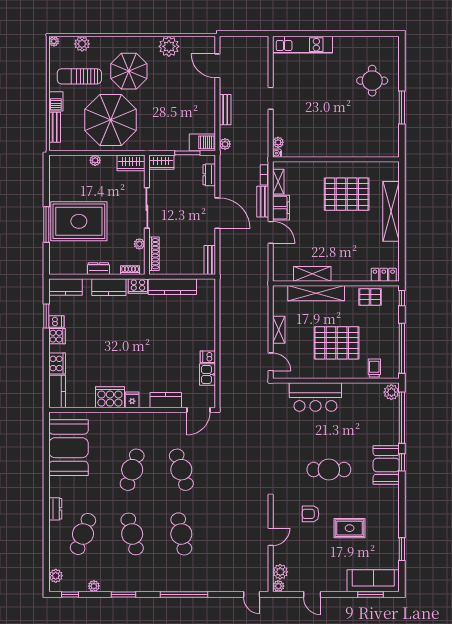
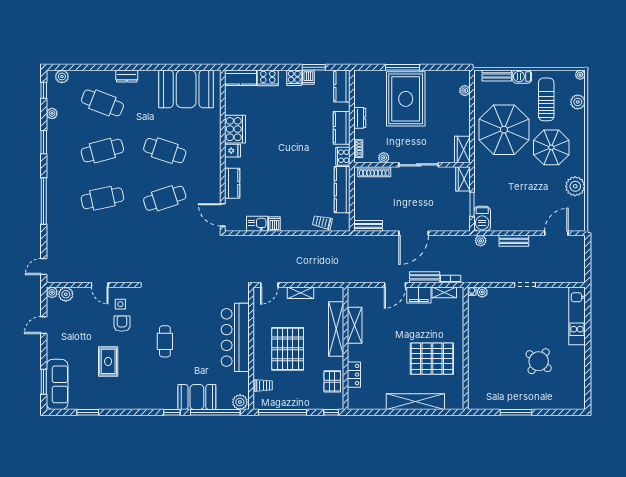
round table: (372, 81) -> (539, 361), moved, turned 38
plant: (95, 160) -> (465, 91), moved
dresser: (209, 175) -> (451, 225), removed
pallet: (347, 194) -> (432, 359), turned 90
locker: (384, 275) -> (354, 375), moved
trolley: (206, 307) -> (322, 222), added
bar counter: (315, 397) -> (235, 337), width x1.36
booth: (386, 465) -> (197, 397), moved
cafe table: (329, 470) -> (165, 341), width x0.73, depth x0.74
side table: (290, 515) -> (120, 304), added

